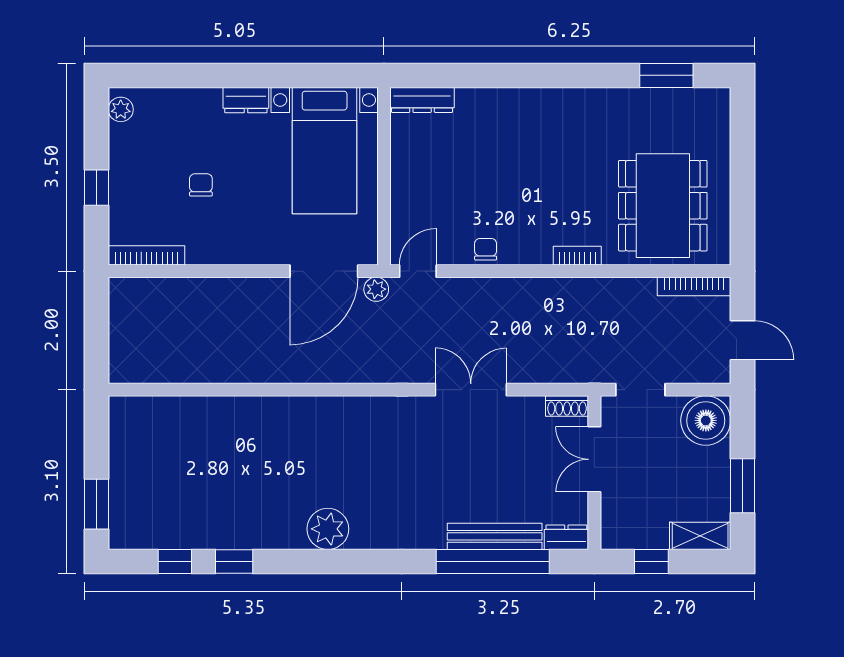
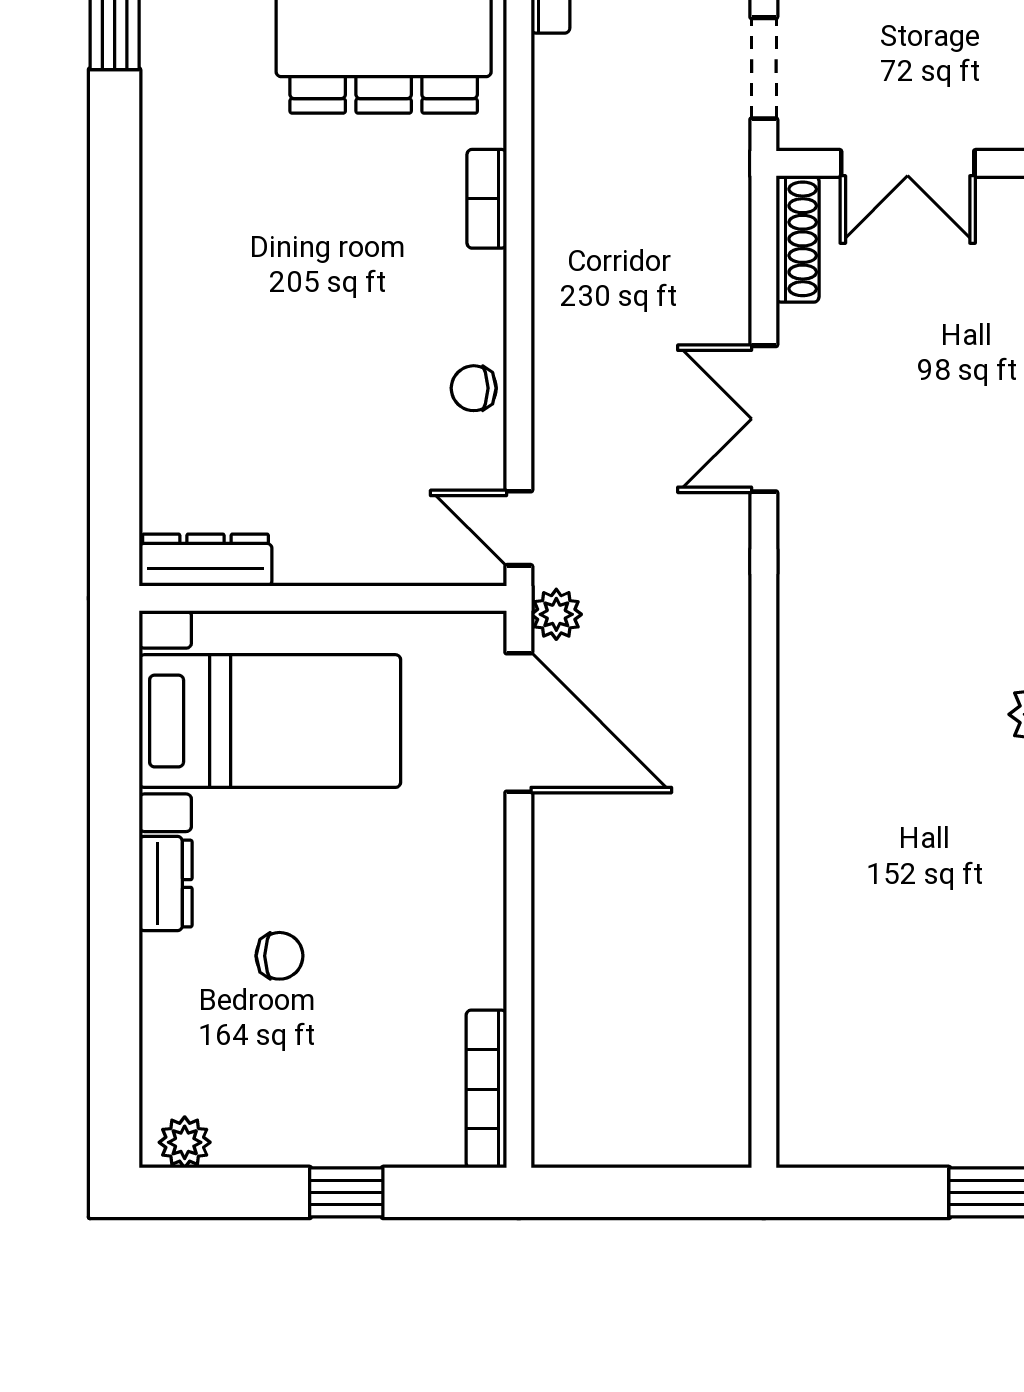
dresser: (422, 100) -> (205, 560), moved, turned -90
chair: (201, 185) -> (279, 956), moved, turned 180
shoe rack: (567, 406) -> (798, 239), width x1.43

